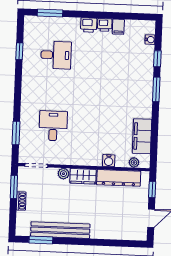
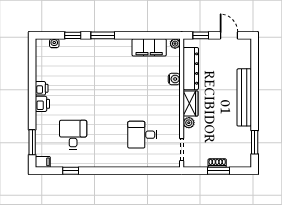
filing cabinet: (118, 27) -> (43, 162), moved
window: (16, 133) -> (151, 171), removed
plant: (134, 162) -> (175, 44), moved
window: (14, 187) -> (219, 171), moved
bench: (60, 230) -> (244, 97), moved

